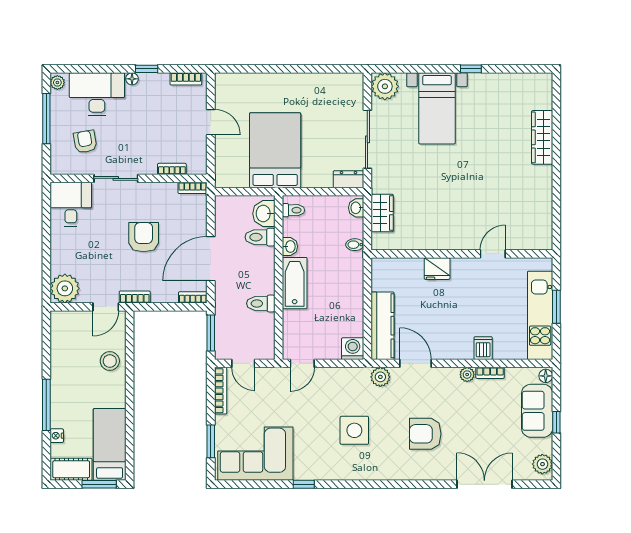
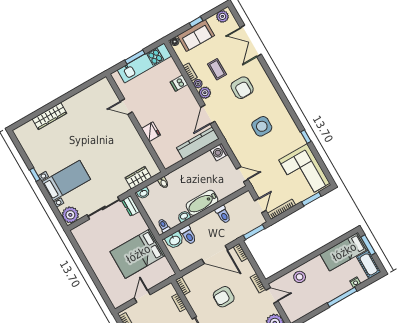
plant: (380, 377) -> (205, 93), moved
coffee table: (472, 413) -> (217, 69), added

